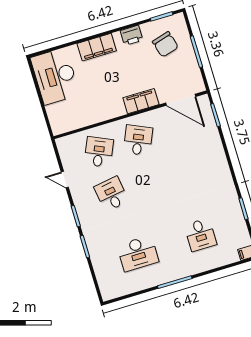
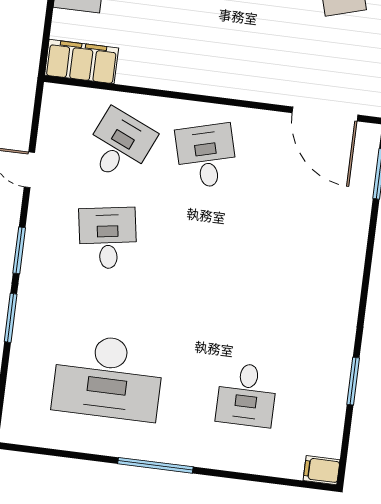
filing cabinet: (141, 101) -> (82, 62), moved
desk: (138, 140) -> (206, 156), turned -39
desk: (138, 253) -> (108, 377), width x1.36, depth x1.30

